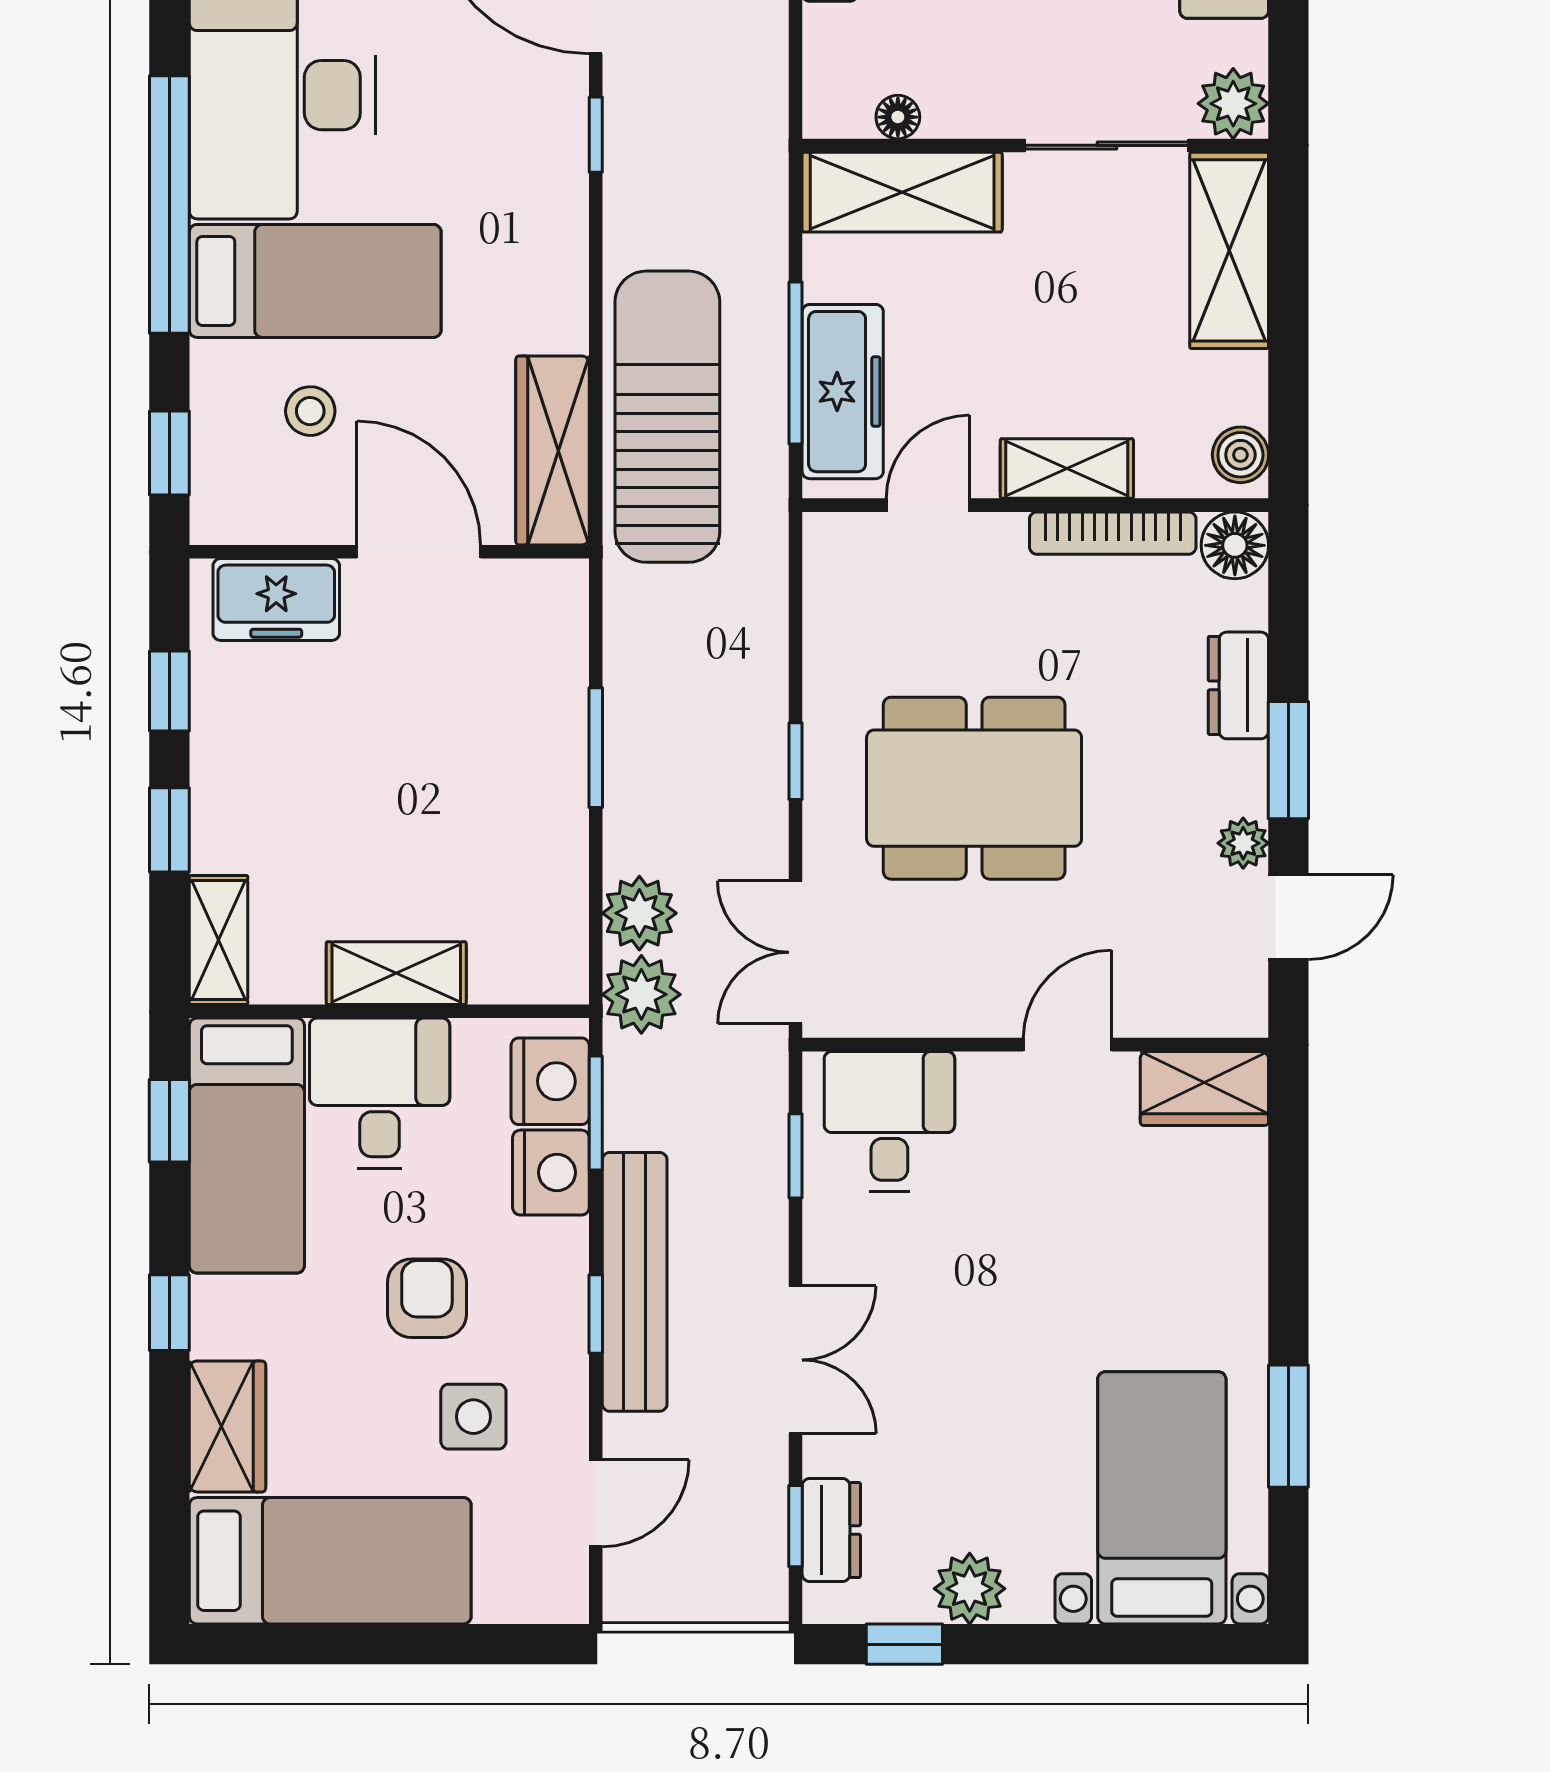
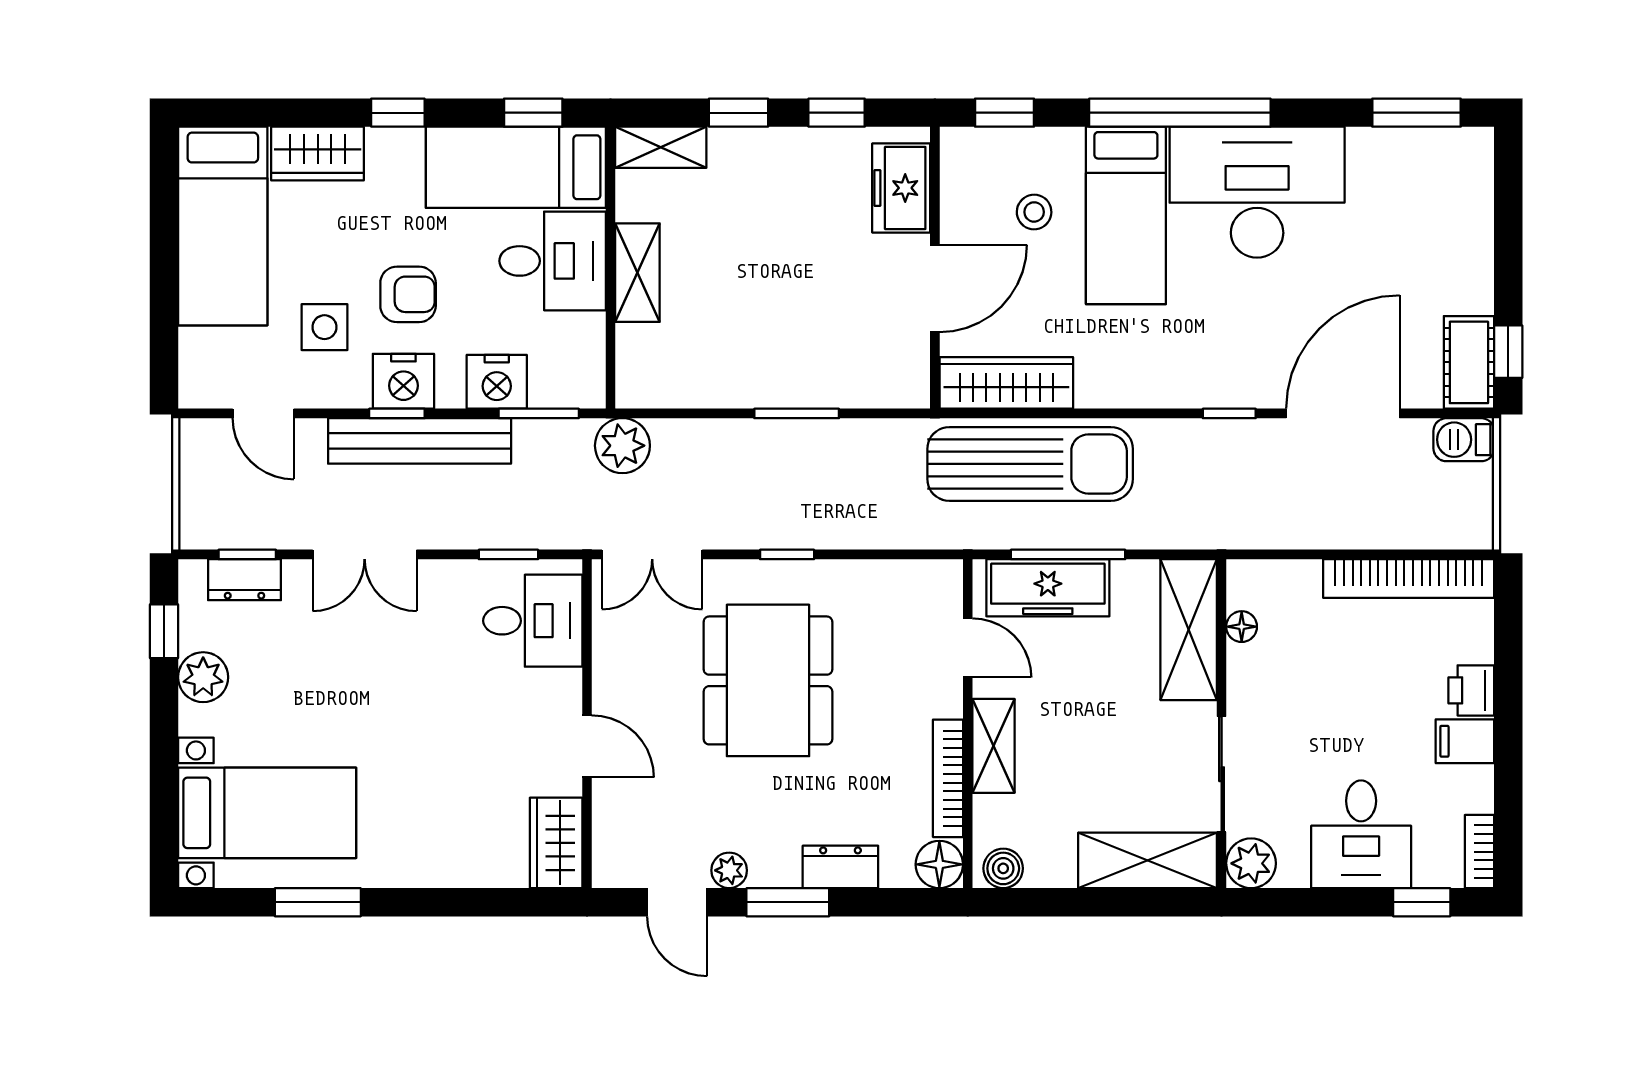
plant: (639, 913) -> (680, 444), removed
double door: (796, 952) -> (652, 554), swing flipped
nightstand: (550, 1081) -> (403, 381), moved

